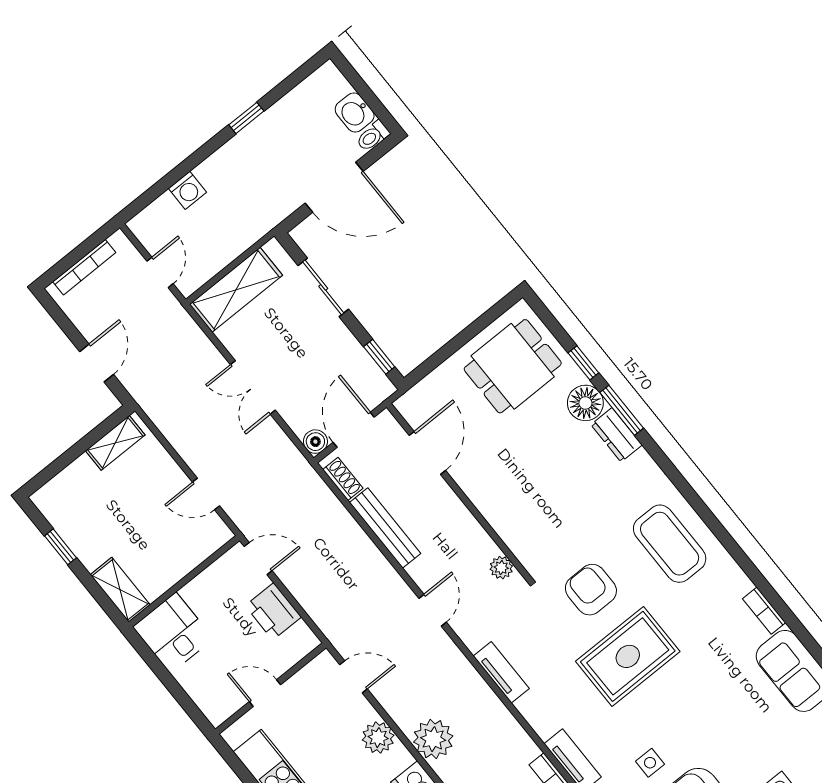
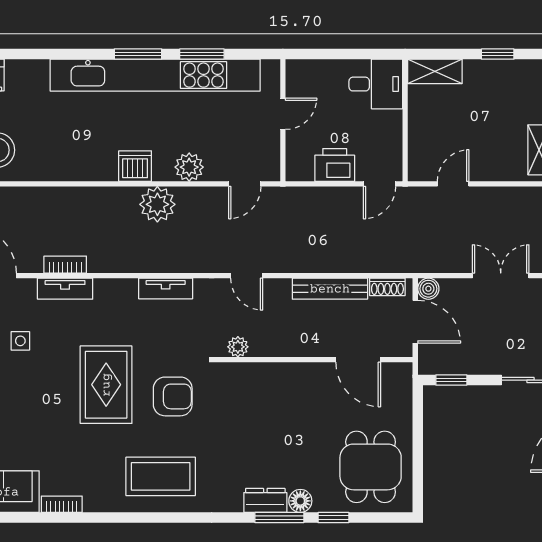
floor lamp: (585, 403) -> (300, 501), width x0.73, depth x0.73

